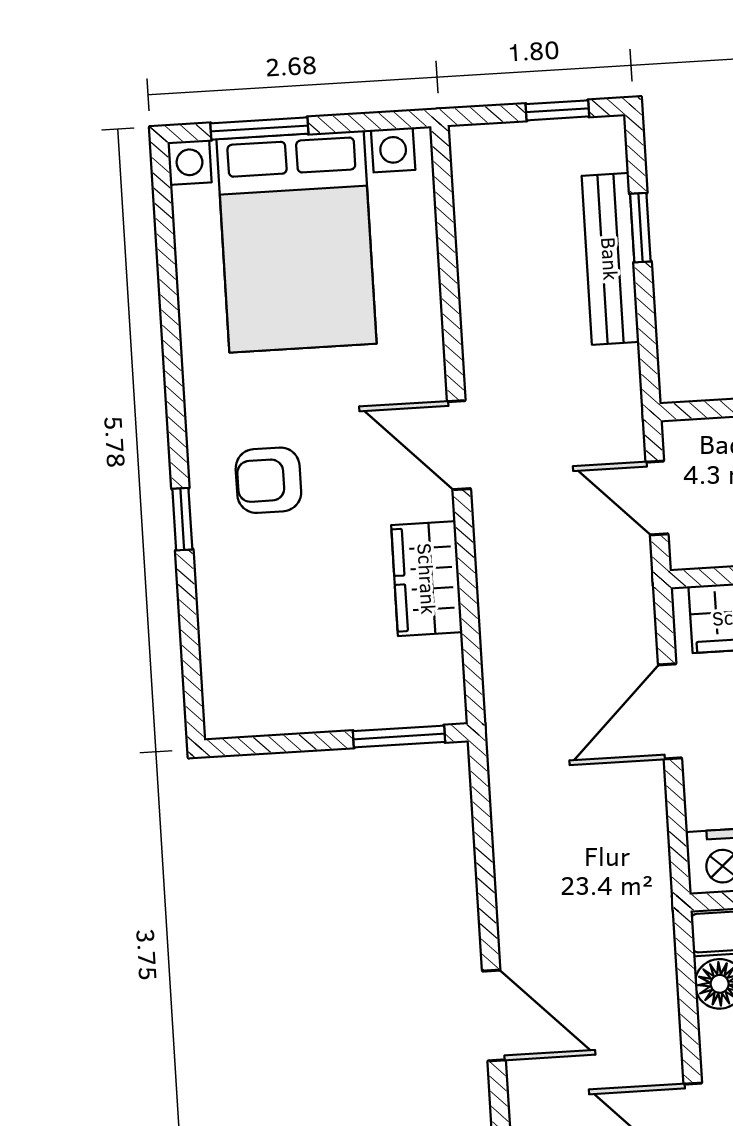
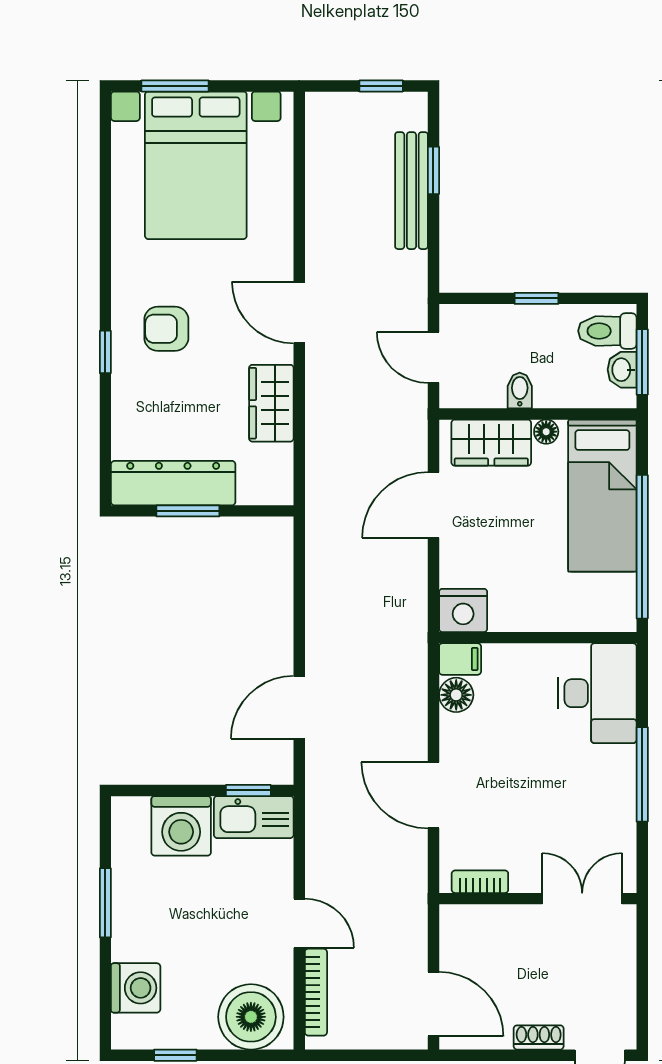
dresser: (292, 703) -> (173, 483), added
window: (399, 737) -> (188, 511), moved
door: (494, 1015) -> (299, 707), swing flipped

